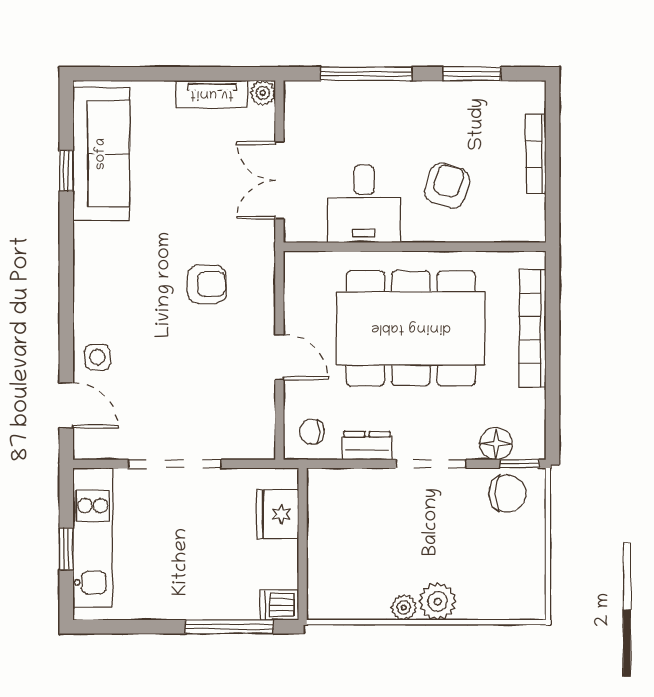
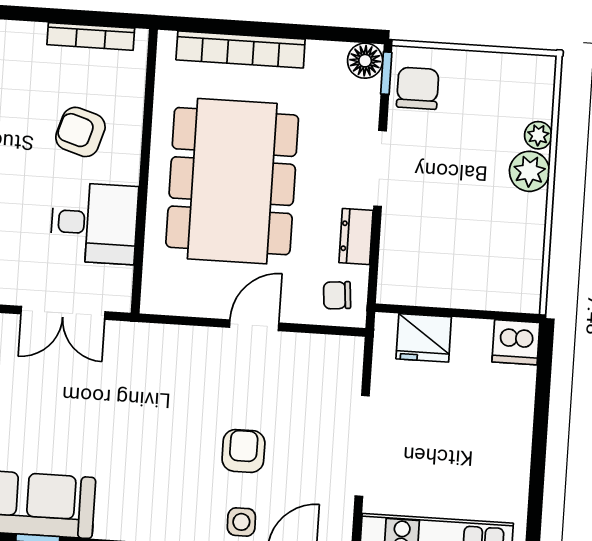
bookcase: (536, 154) -> (91, 36), moved
armchair: (207, 284) -> (243, 451), moved
chair: (312, 432) -> (337, 295), turned 85
floor lamp: (496, 444) -> (365, 61), moved
dishwasher: (279, 605) -> (516, 342), width x1.38
plant: (404, 608) -> (538, 135), moved
window: (229, 627) -> (542, 398), removed

